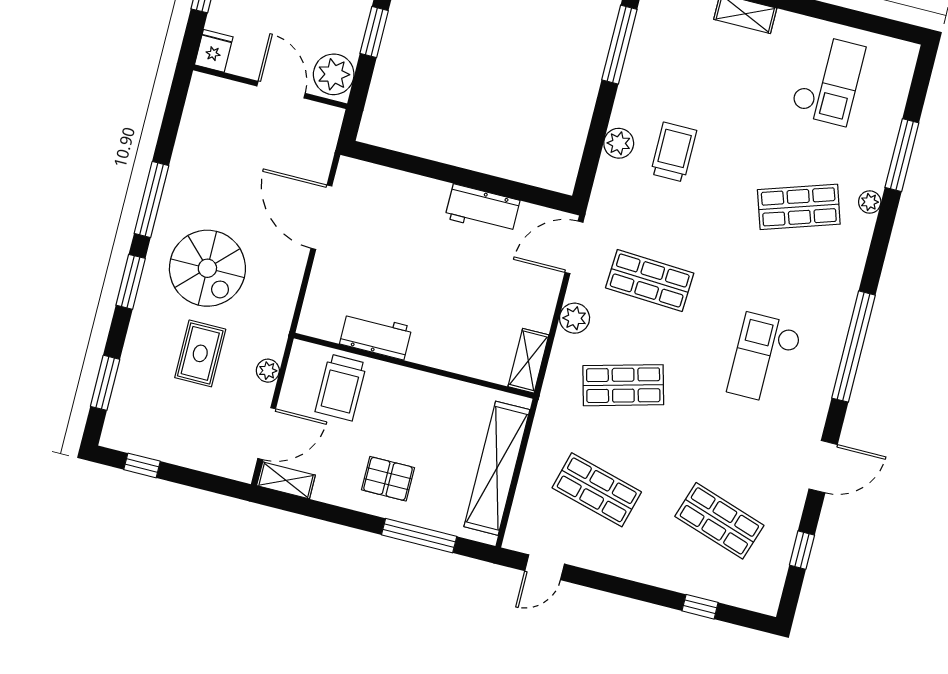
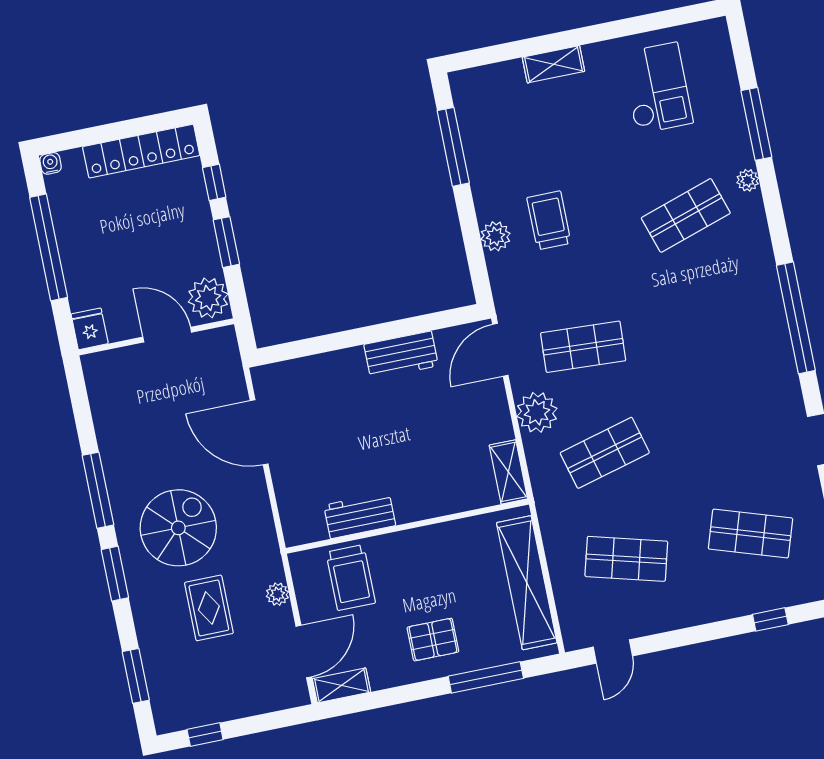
spiral stairs: (207, 268) -> (178, 528), turned -90
plant: (575, 318) -> (537, 412), width x1.36, depth x1.36
checkout: (765, 359) -> (721, 368), removed

